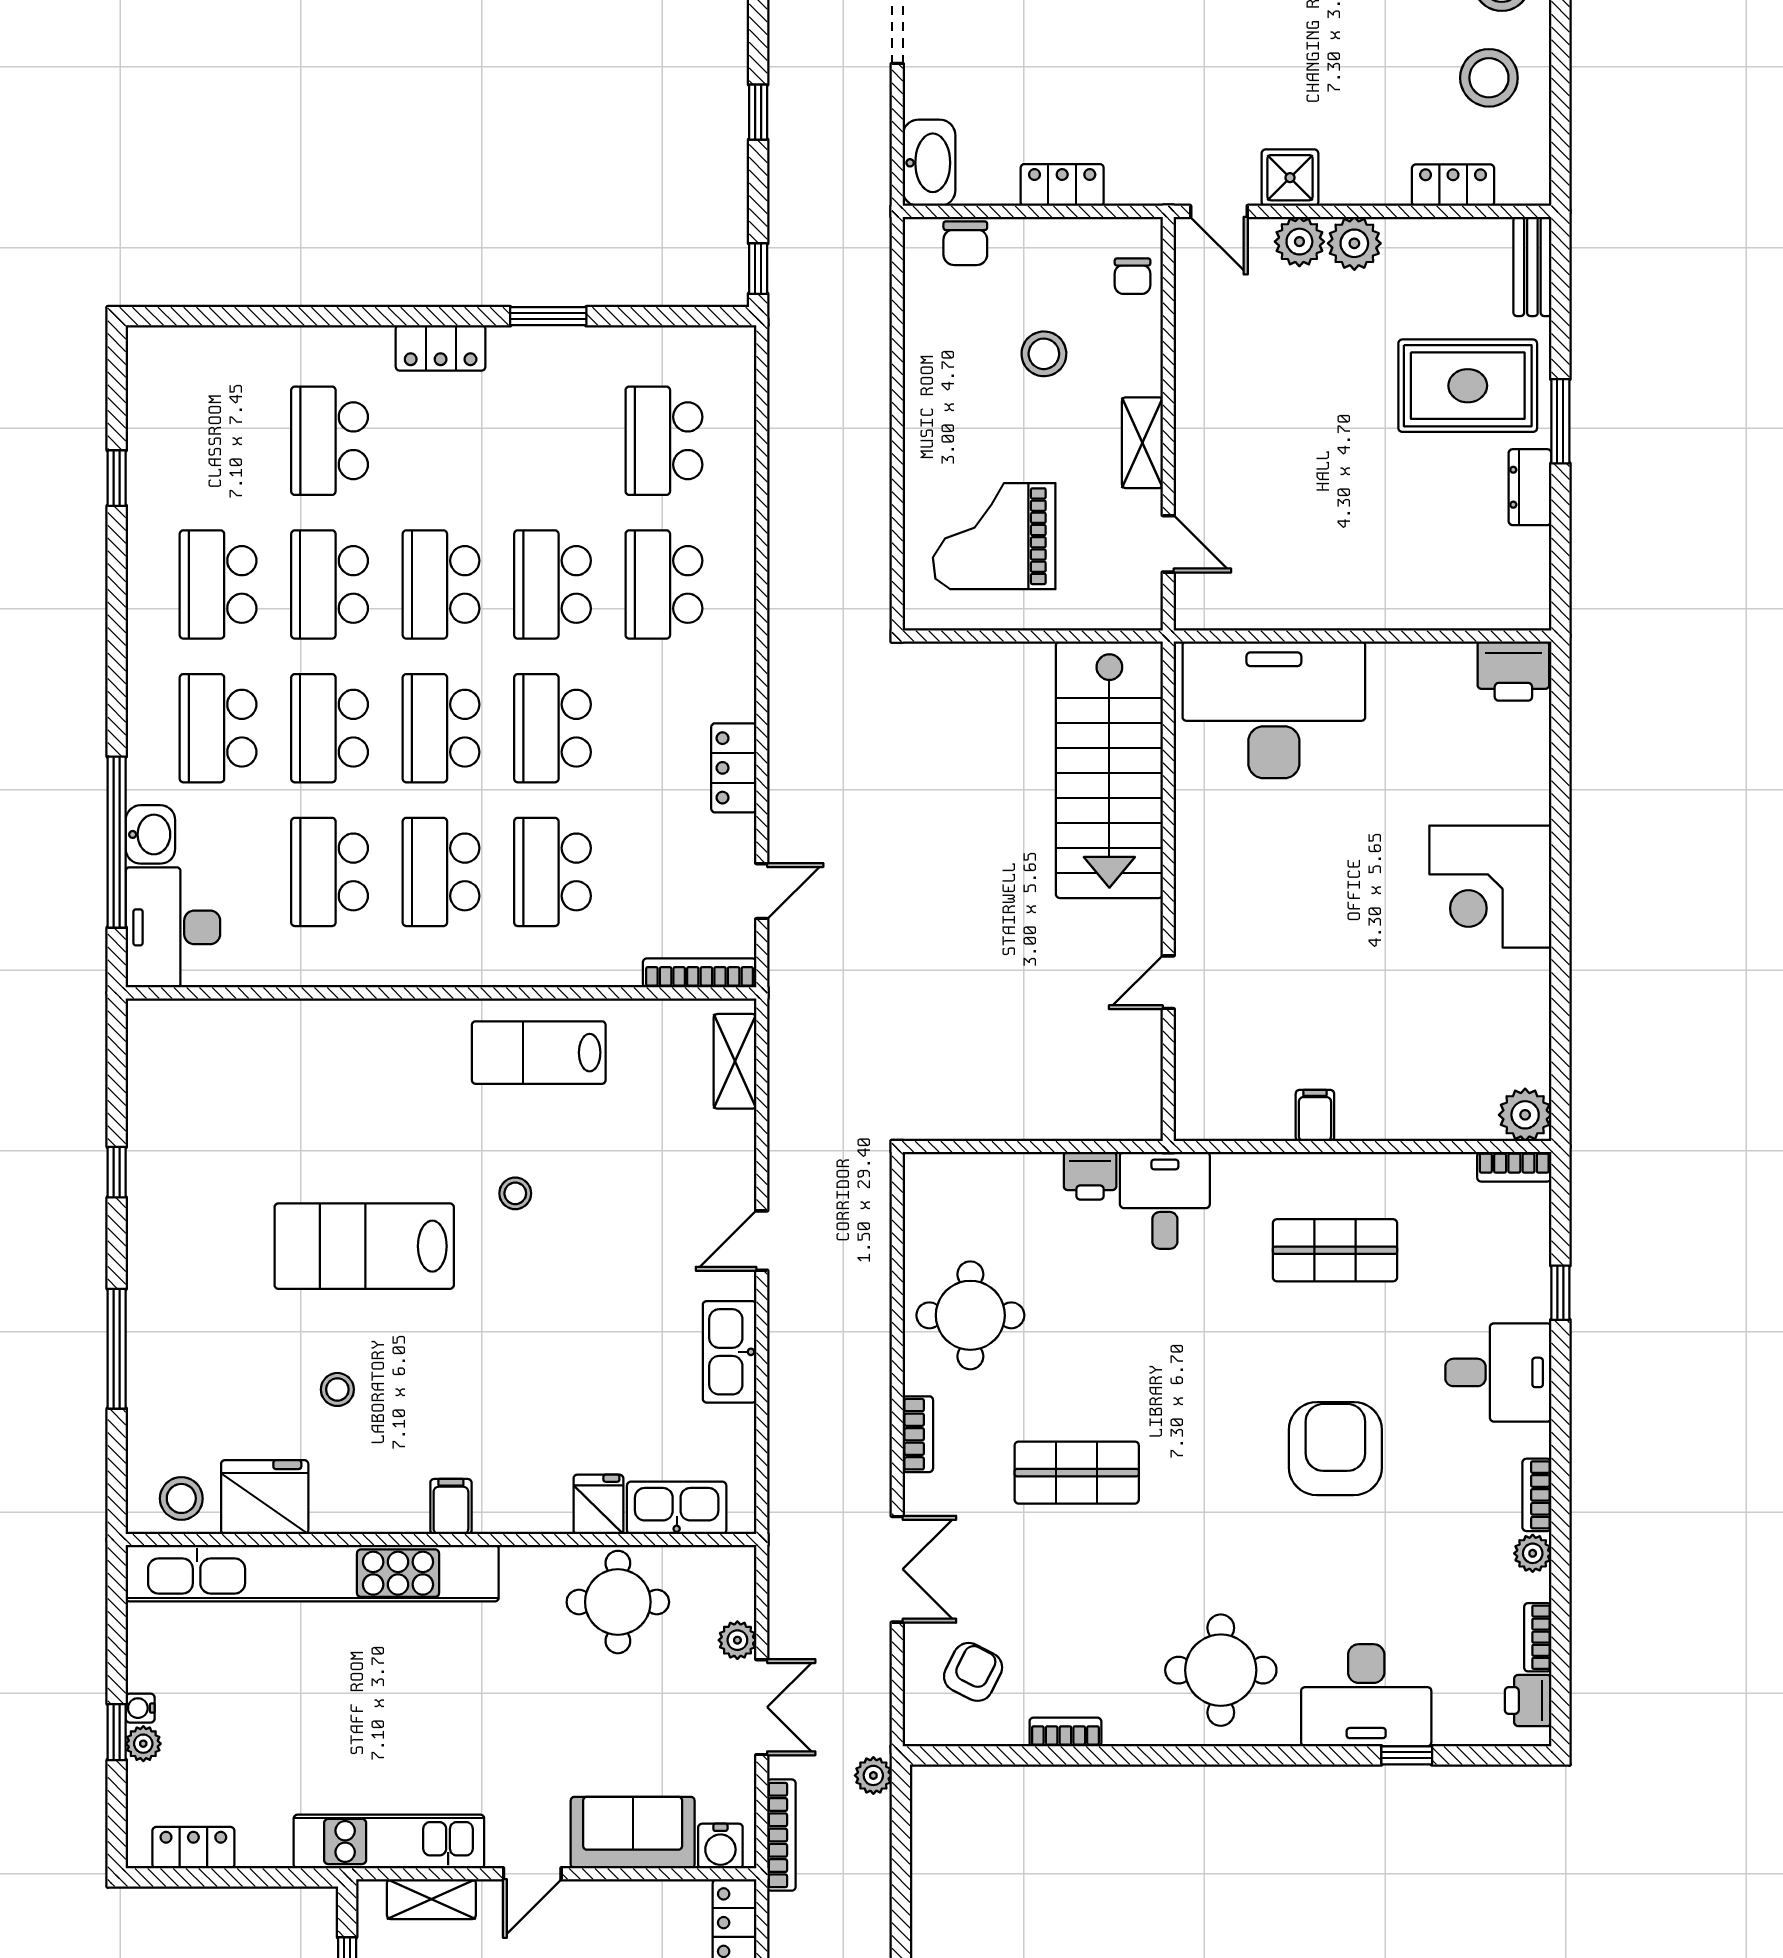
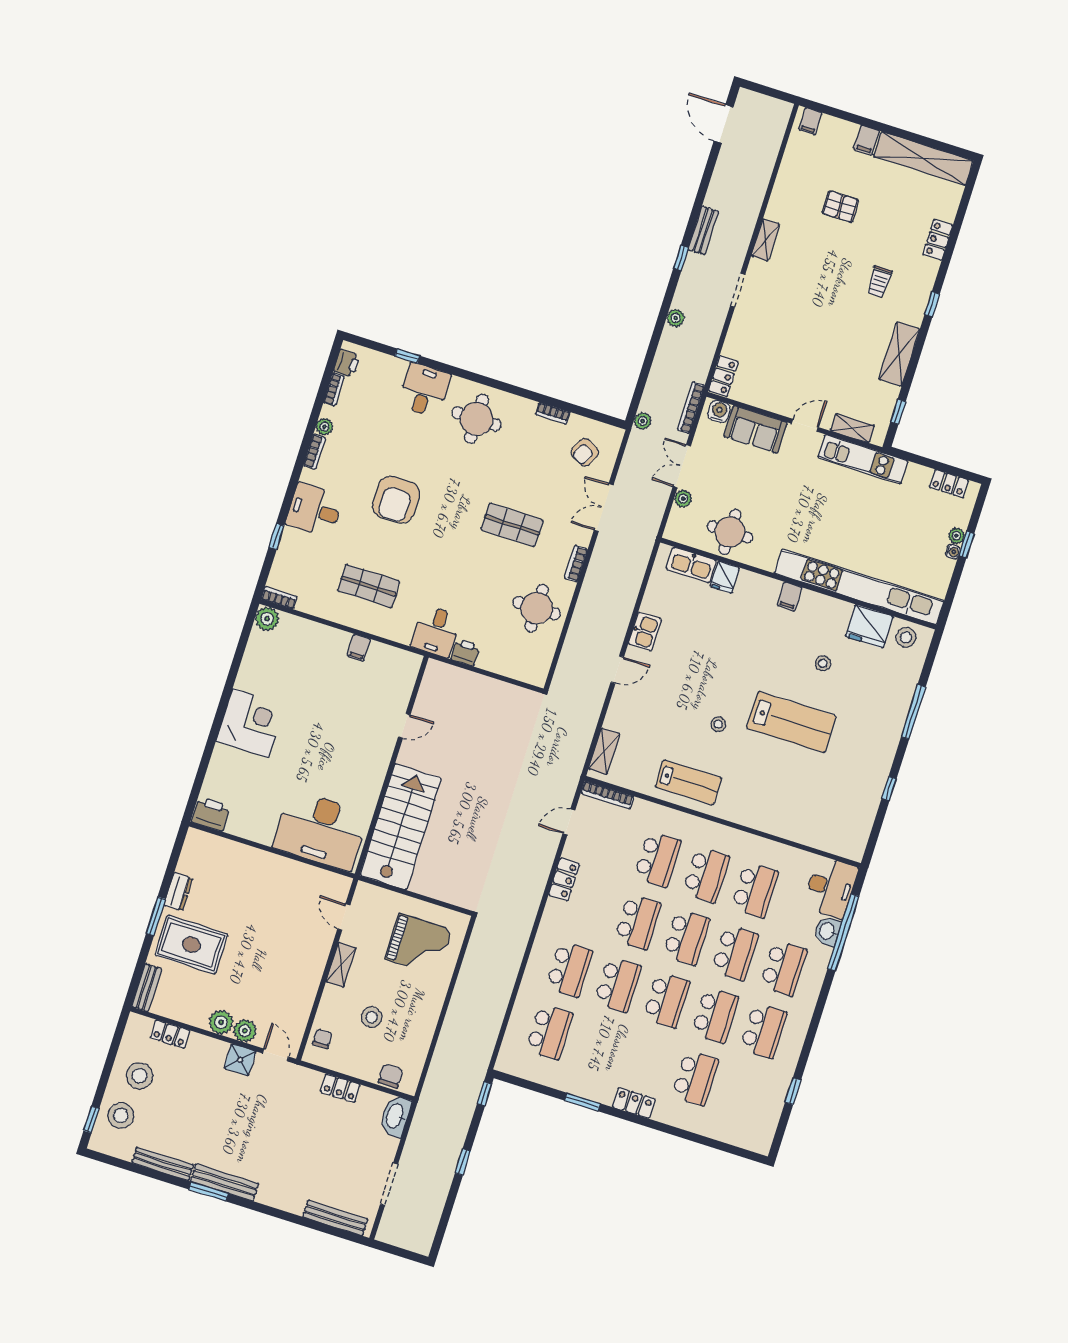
kitchen sink: (730, 1352) -> (645, 632), width x0.73
desk: (1366, 1695) -> (424, 390), width x0.73

